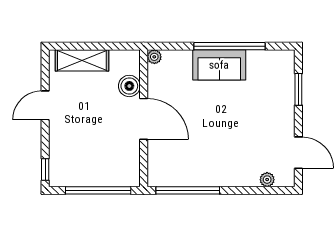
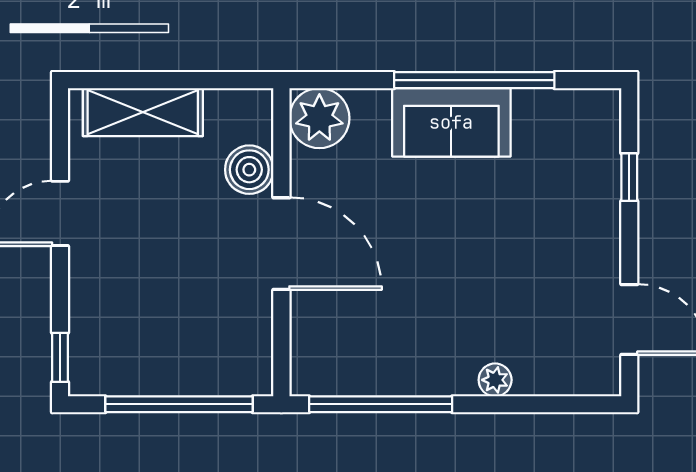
plant: (154, 57) -> (319, 118), width x1.88, depth x1.88
window: (298, 89) -> (629, 177), width x0.67
plant: (267, 180) -> (495, 380), moved

